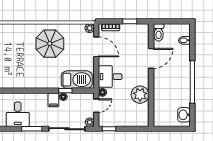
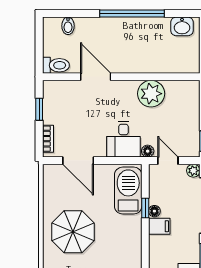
plant: (90, 28) -> (49, 171), removed
door: (96, 47) -> (78, 161), swing flipped

